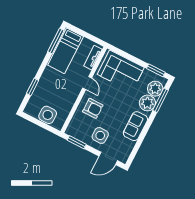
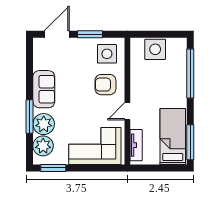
door: (87, 83) -> (127, 111), hinge flipped
window: (33, 87) -> (190, 74), width x2.11
window: (161, 100) -> (30, 116), moved
side table: (100, 135) -> (107, 54), moved
window: (77, 142) -> (90, 34), moved

